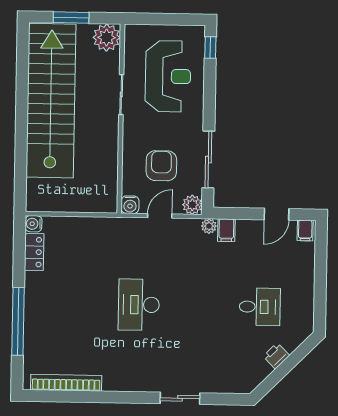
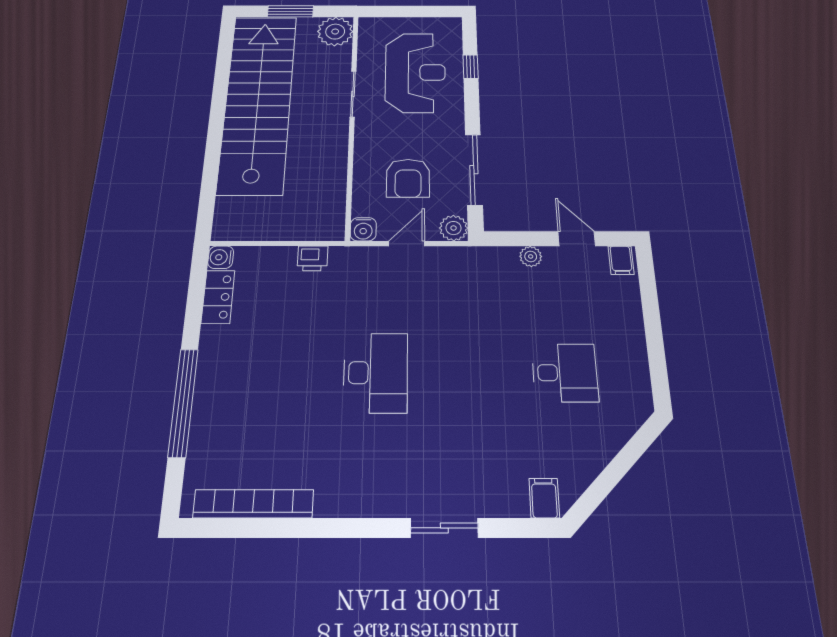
window: (210, 48) -> (471, 67), moved
armchair: (161, 166) -> (408, 178), turned 180
door: (277, 214) -> (577, 239), swing flipped
plant: (209, 226) -> (531, 256), moved
filing cabinet: (226, 230) -> (544, 498), moved, turned 180
desk: (139, 305) -> (375, 373), turned 180
printer: (276, 356) -> (312, 258), moved, turned -135

